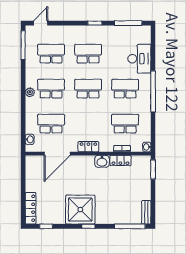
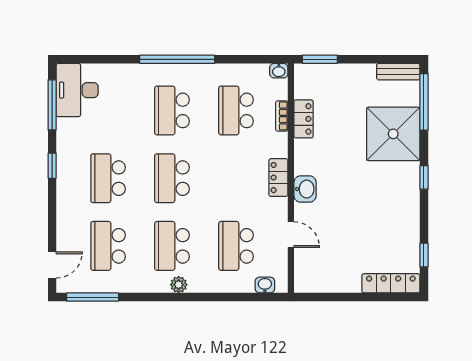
door: (41, 23) -> (52, 265), swing flipped
desk: (139, 59) -> (77, 90), moved, turned -90
door: (57, 154) -> (291, 235), width x0.53
washbasin: (102, 161) -> (305, 189), moved
shower: (80, 210) -> (393, 134), moved

